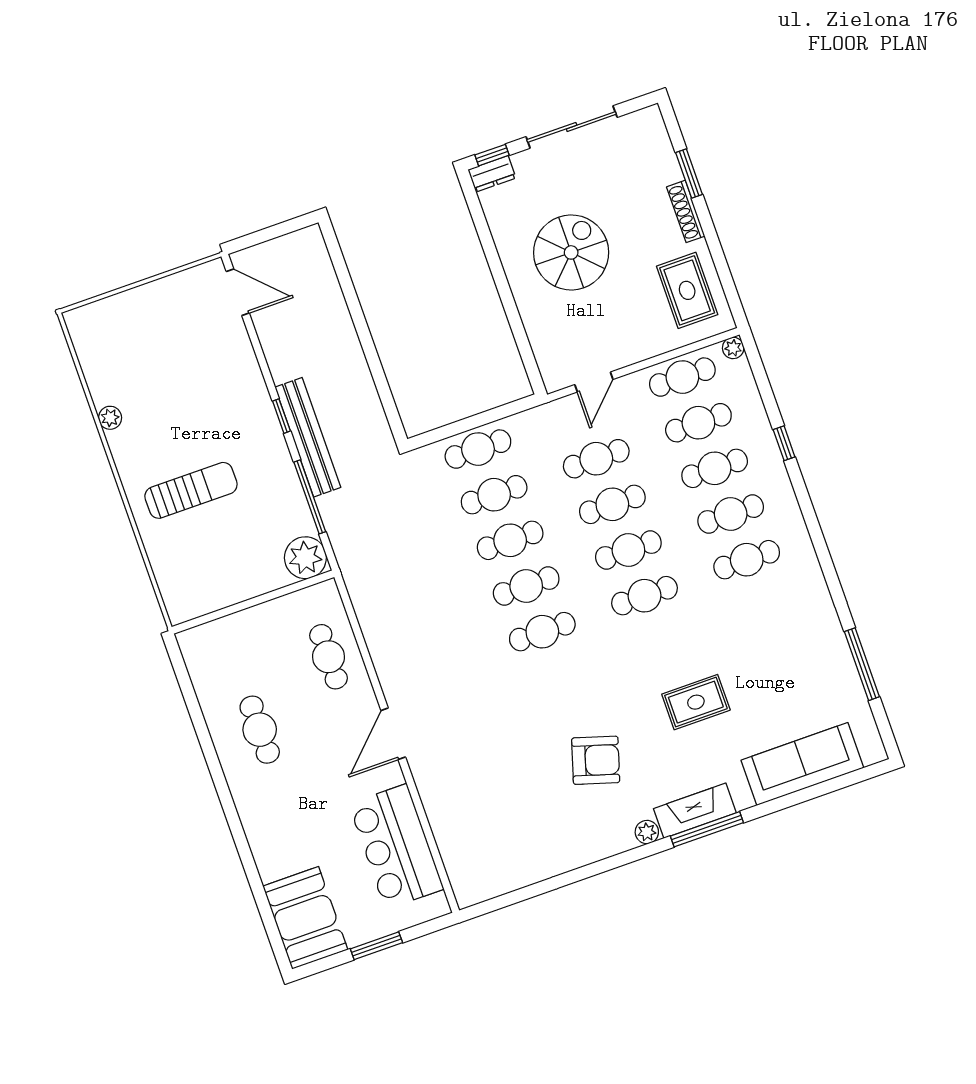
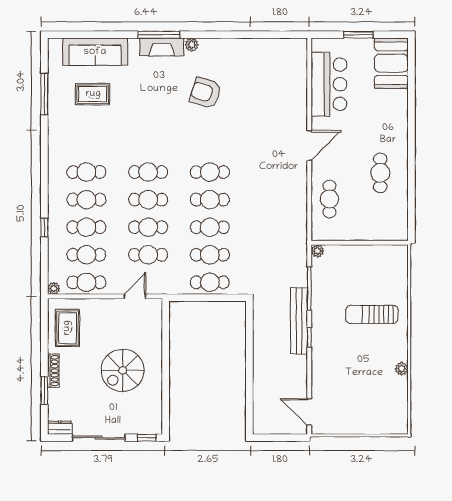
dresser: (492, 174) -> (60, 428), moved
plant: (305, 558) -> (318, 251), width x0.53, depth x0.53
rug: (696, 702) -> (93, 94), moved

